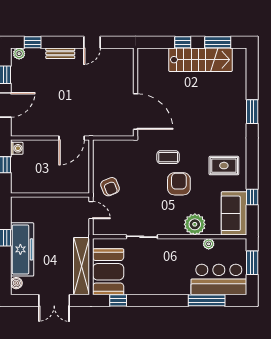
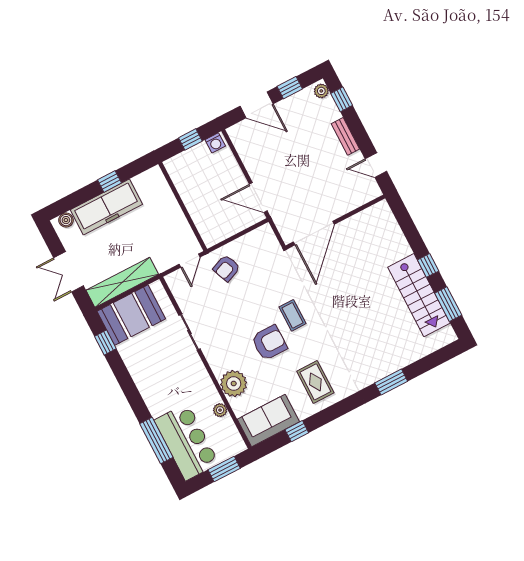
wall: (136, 92) -> (335, 222), moved
door: (136, 112) -> (314, 233), moved

